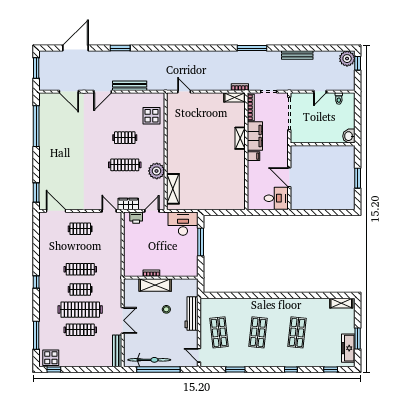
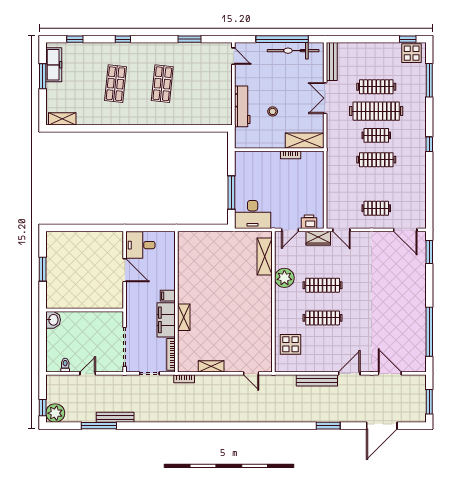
window: (252, 48) -> (99, 426), moved
shelving: (235, 97) -> (211, 366), moved
clothes rail: (125, 138) -> (323, 318), width x1.36
shelving: (155, 285) -> (305, 141), moved
shop shelf: (219, 332) -> (209, 84), removed

